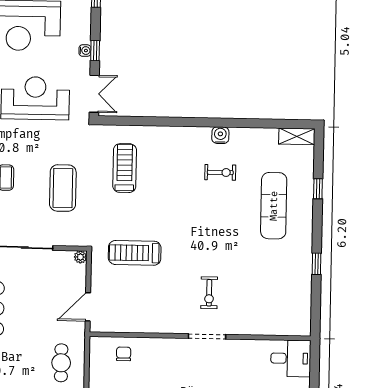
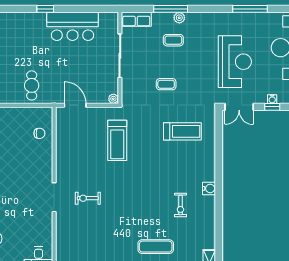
water cooler: (220, 135) -> (209, 188), moved
coffee table: (63, 188) -> (166, 84), width x0.54, depth x0.58
exercise mat: (274, 206) -> (156, 247), width x0.73, depth x0.69
treadmill: (135, 253) -> (117, 140), turned 180
cafe table: (61, 363) -> (32, 85), turned 90

